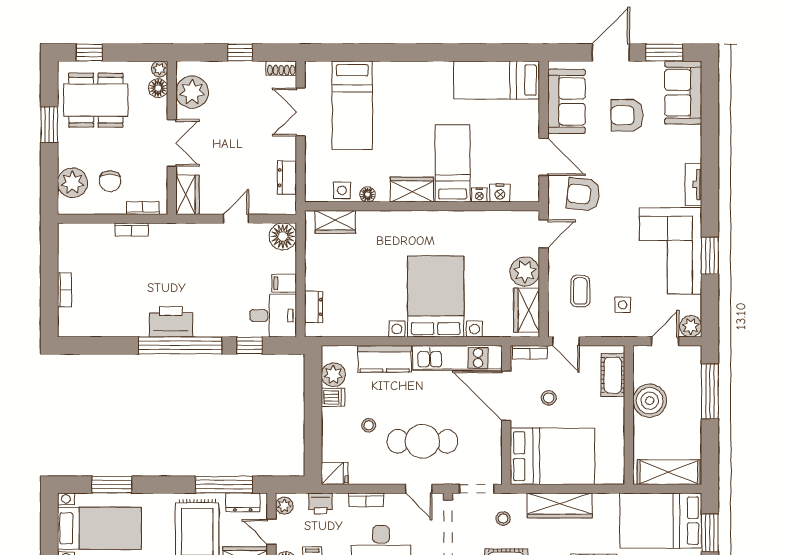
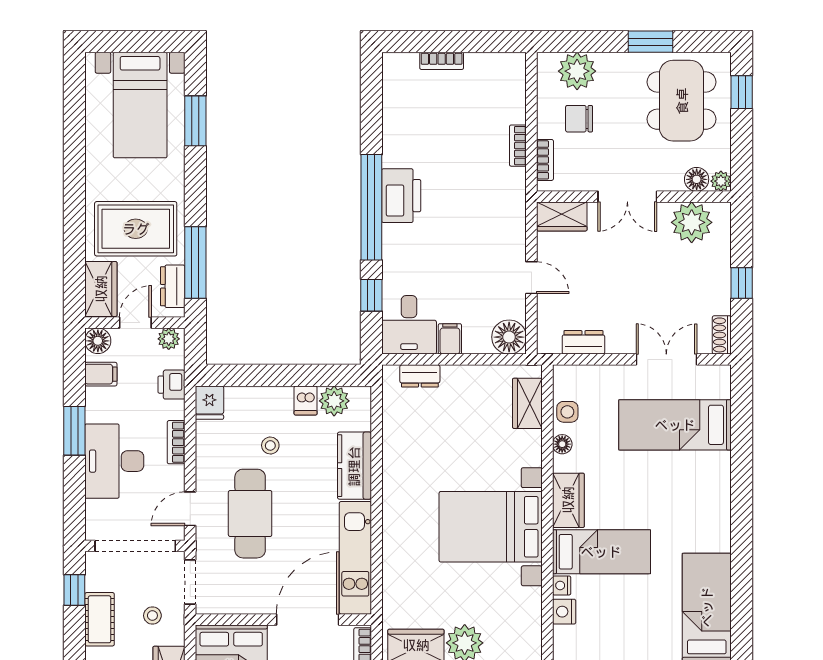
bed with nightstands: (436, 296) -> (491, 527), moved, turned 180

